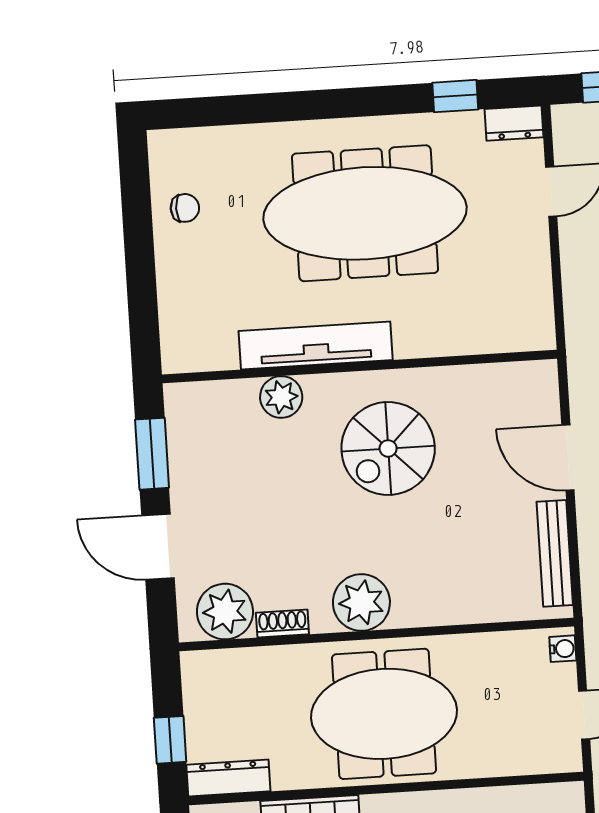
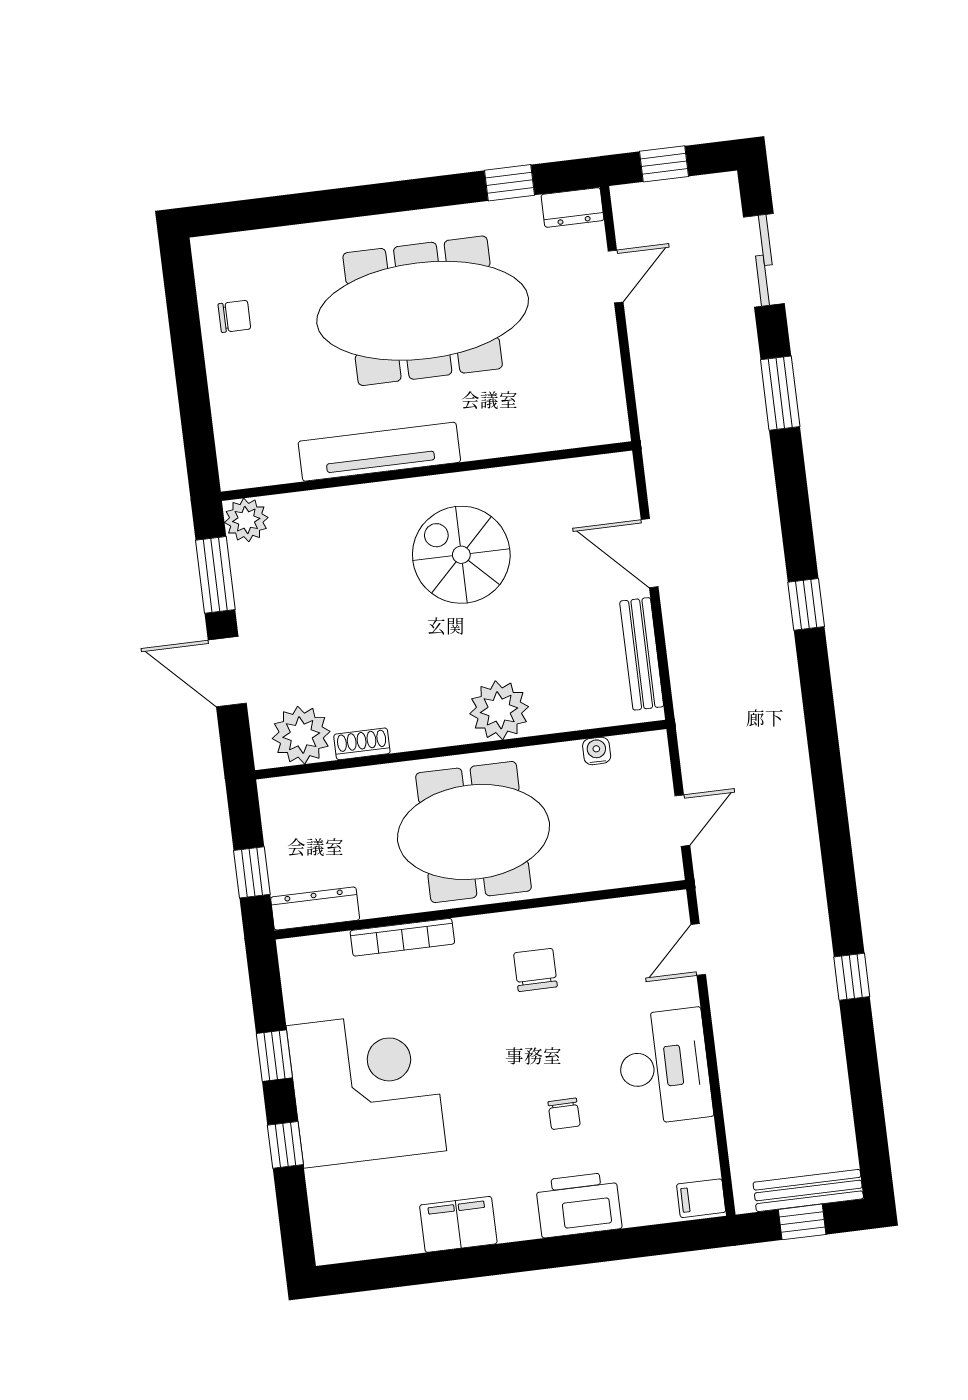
plant: (281, 397) -> (246, 520), moved
spiral stairs: (388, 448) -> (461, 555), turned 90
plant: (361, 602) -> (499, 710), moved
water cooler: (563, 649) -> (597, 751), moved, turned -90

